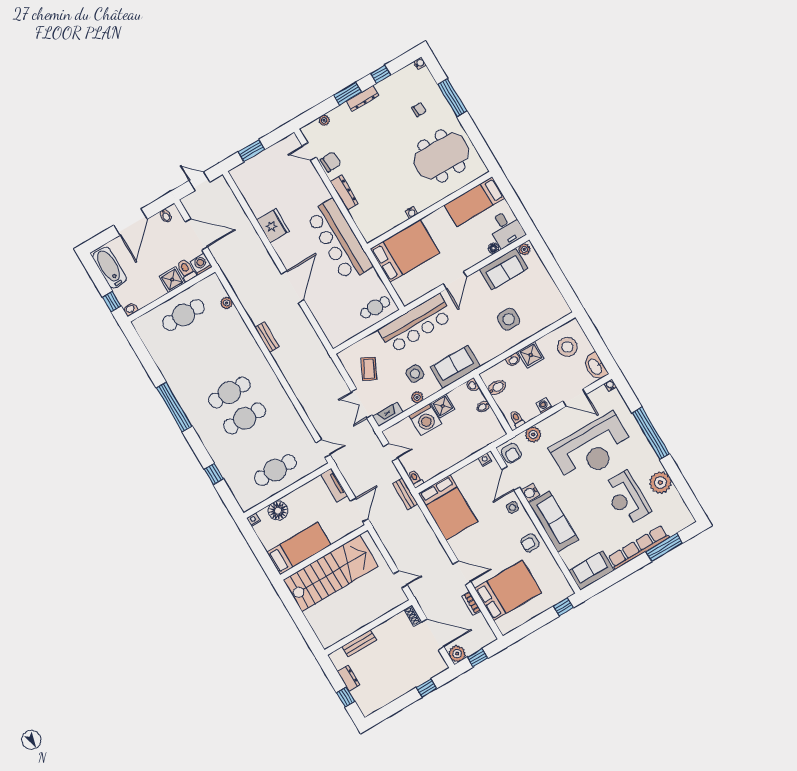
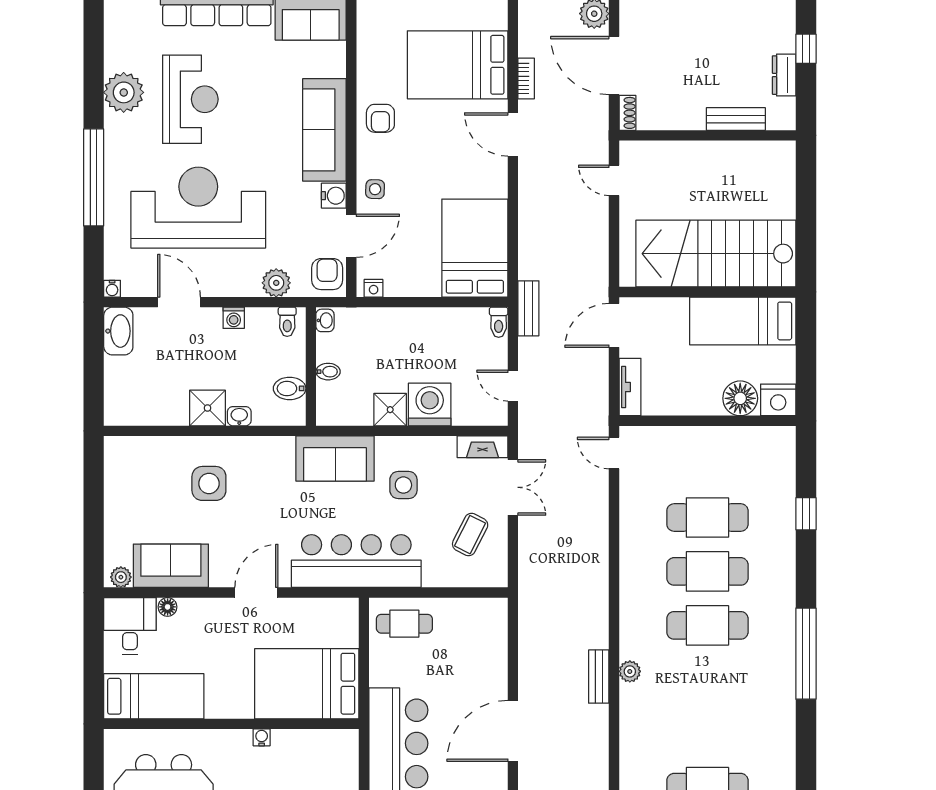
plant: (227, 303) -> (630, 671), moved
stool: (567, 347) -> (143, 387), removed
washbasin: (473, 385) -> (325, 320), moved
plant: (417, 397) -> (422, 446), removed
cafe table: (275, 470) -> (707, 518), moved
nightstand: (253, 520) -> (778, 400), width x1.89, depth x1.79
armchair: (530, 543) -> (380, 118), turned 90

